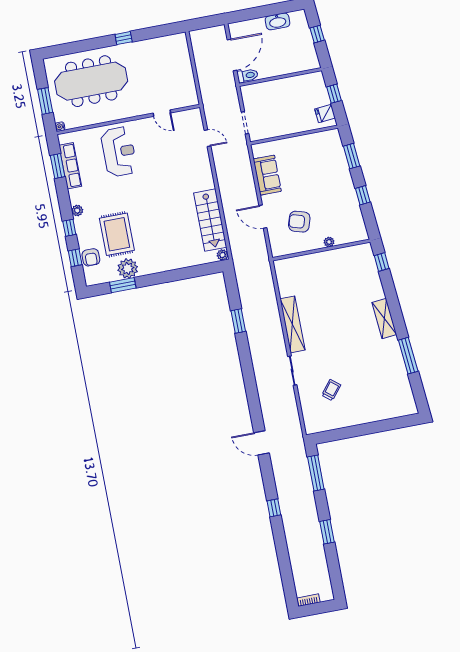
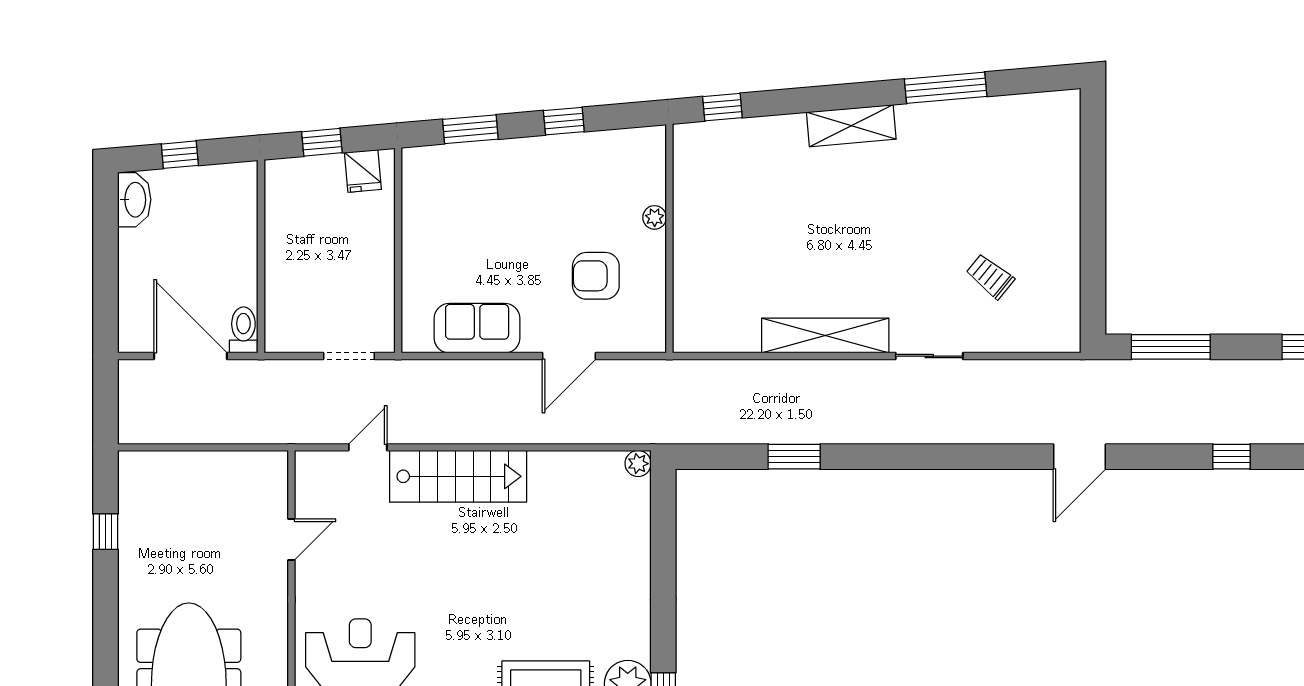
washbasin: (278, 21) -> (134, 200), moved
window: (124, 38) -> (106, 532), moved
stairs: (210, 220) -> (458, 476), moved
armchair: (299, 222) -> (596, 276), turned 73

